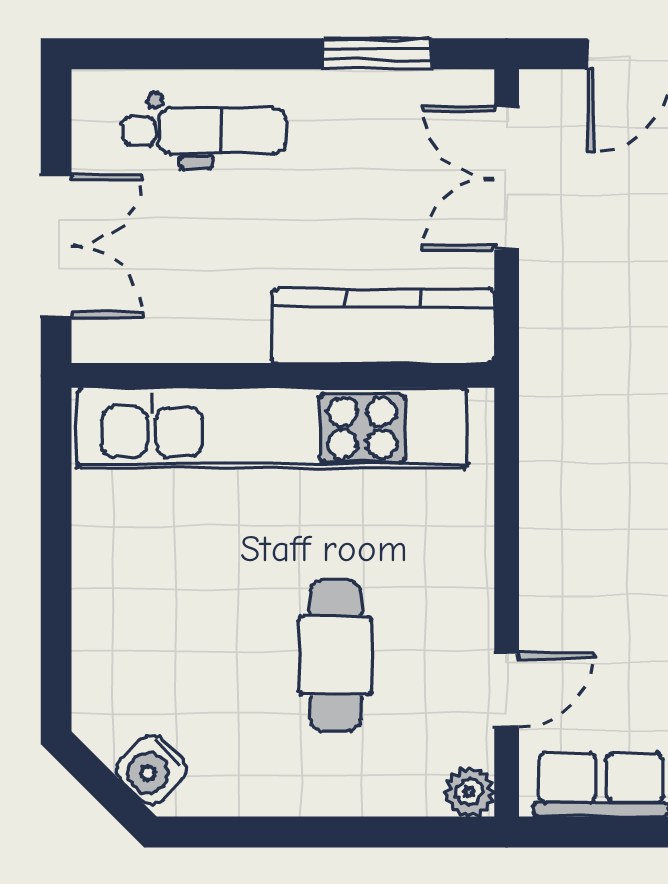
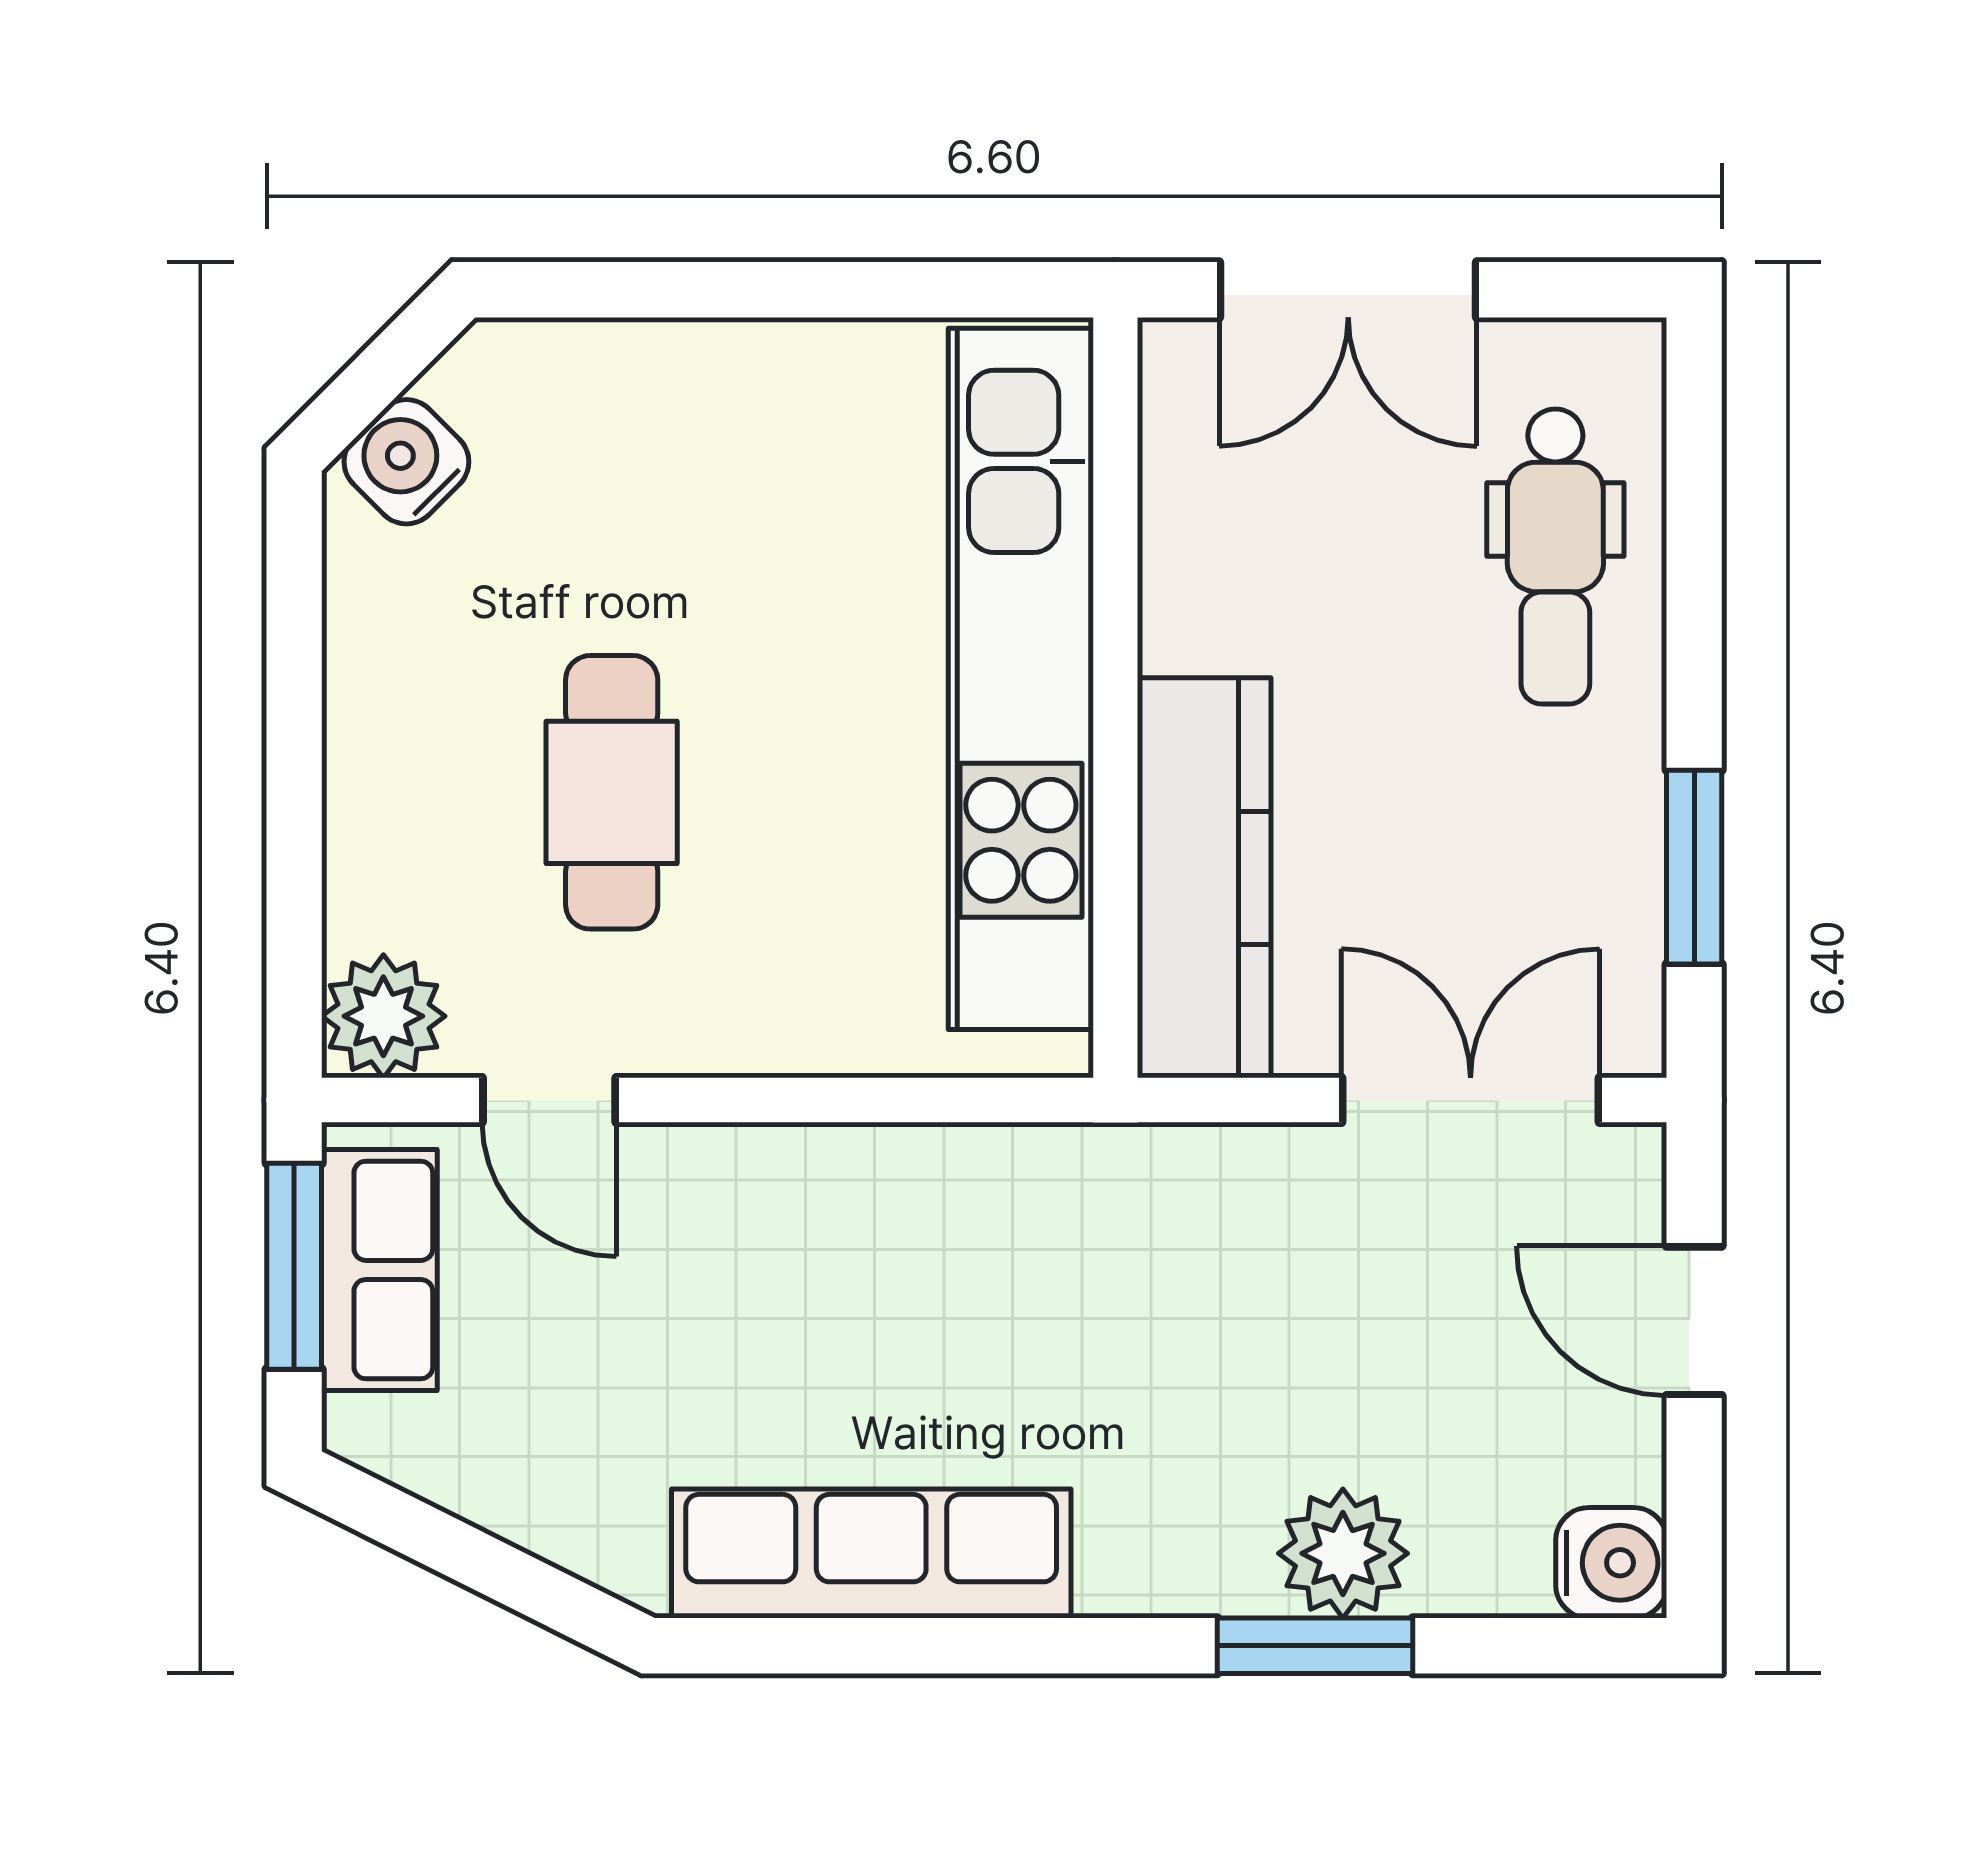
cafe table: (335, 656) -> (612, 792), turned 90
plant: (469, 792) -> (383, 1016), width x1.38, depth x1.38
window: (599, 832) -> (294, 1266), added

